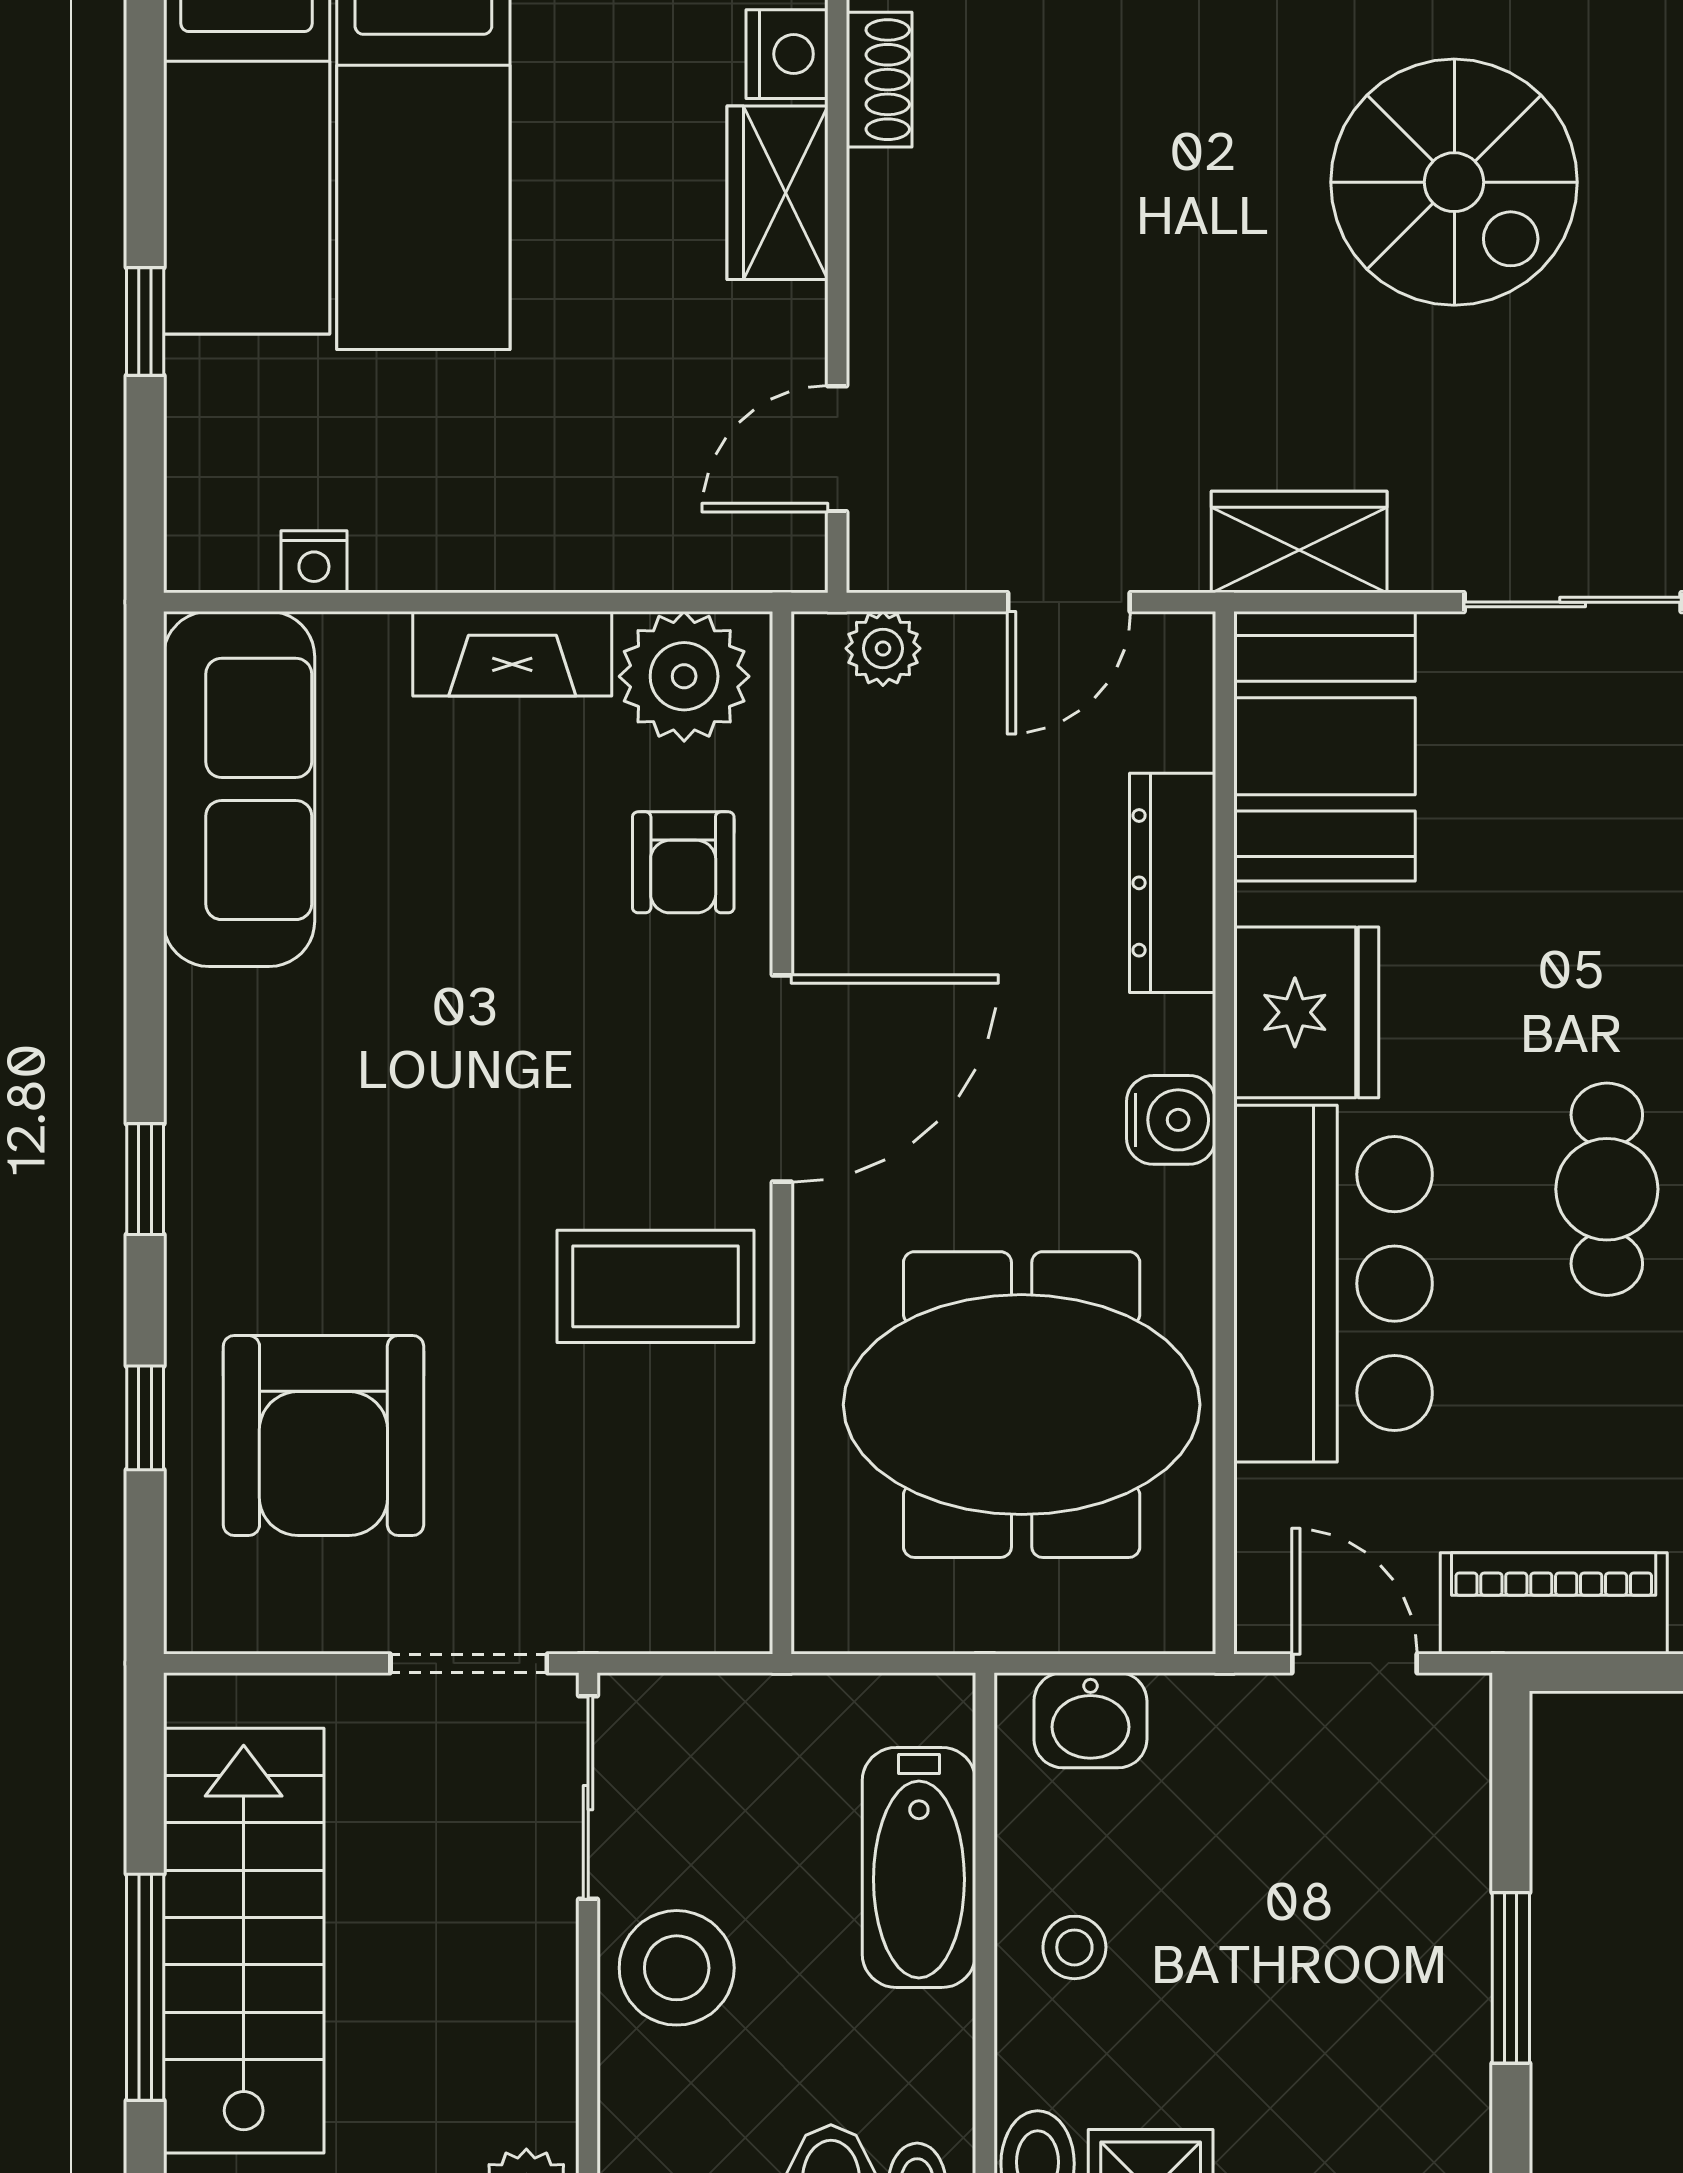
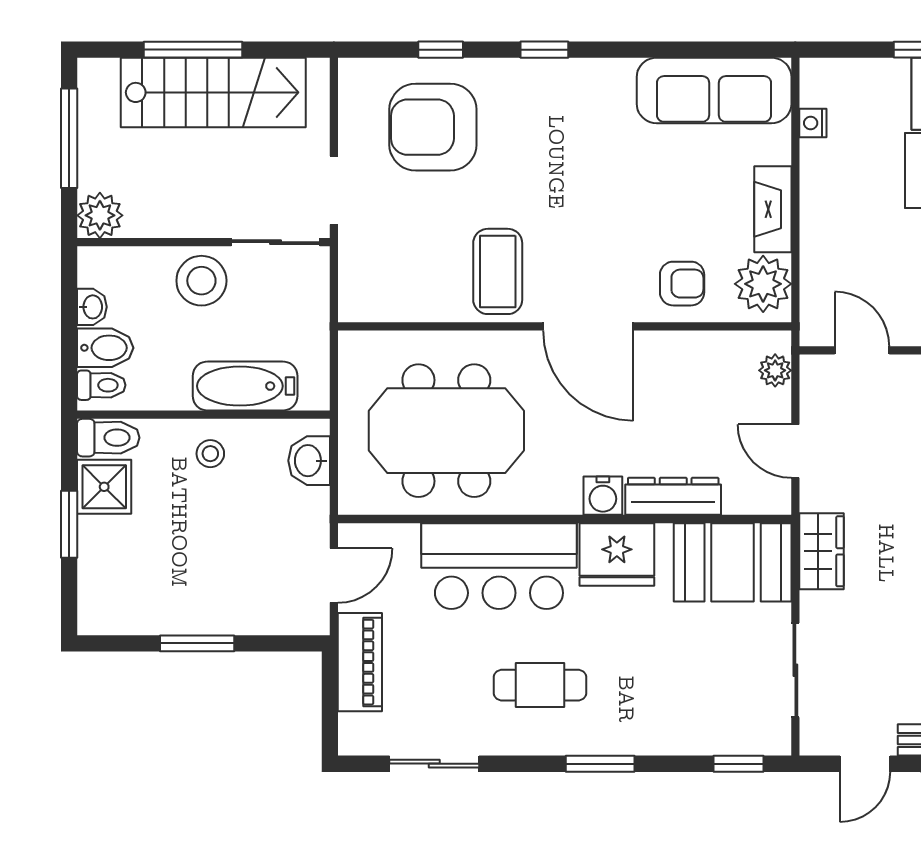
armchair: (683, 862) -> (682, 284), turned 180
water cooler: (1171, 1120) -> (603, 496), moved
meeting table: (1022, 1405) -> (446, 431), turned 90

